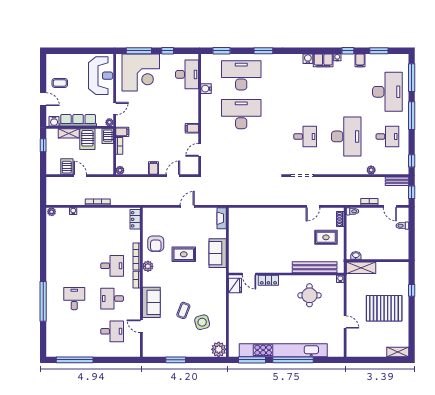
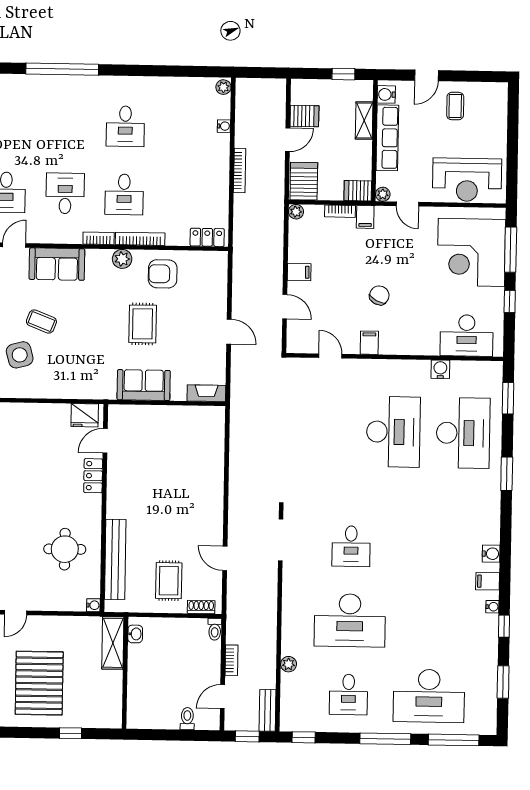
filing cabinet: (323, 60) -> (488, 581), width x0.50
filing cabinet: (360, 60) -> (486, 648), removed
chair: (166, 123) -> (379, 295), added
server rack: (87, 139) -> (304, 181), moved, turned 90
desk: (74, 299) -> (125, 126), moved, turned 90

